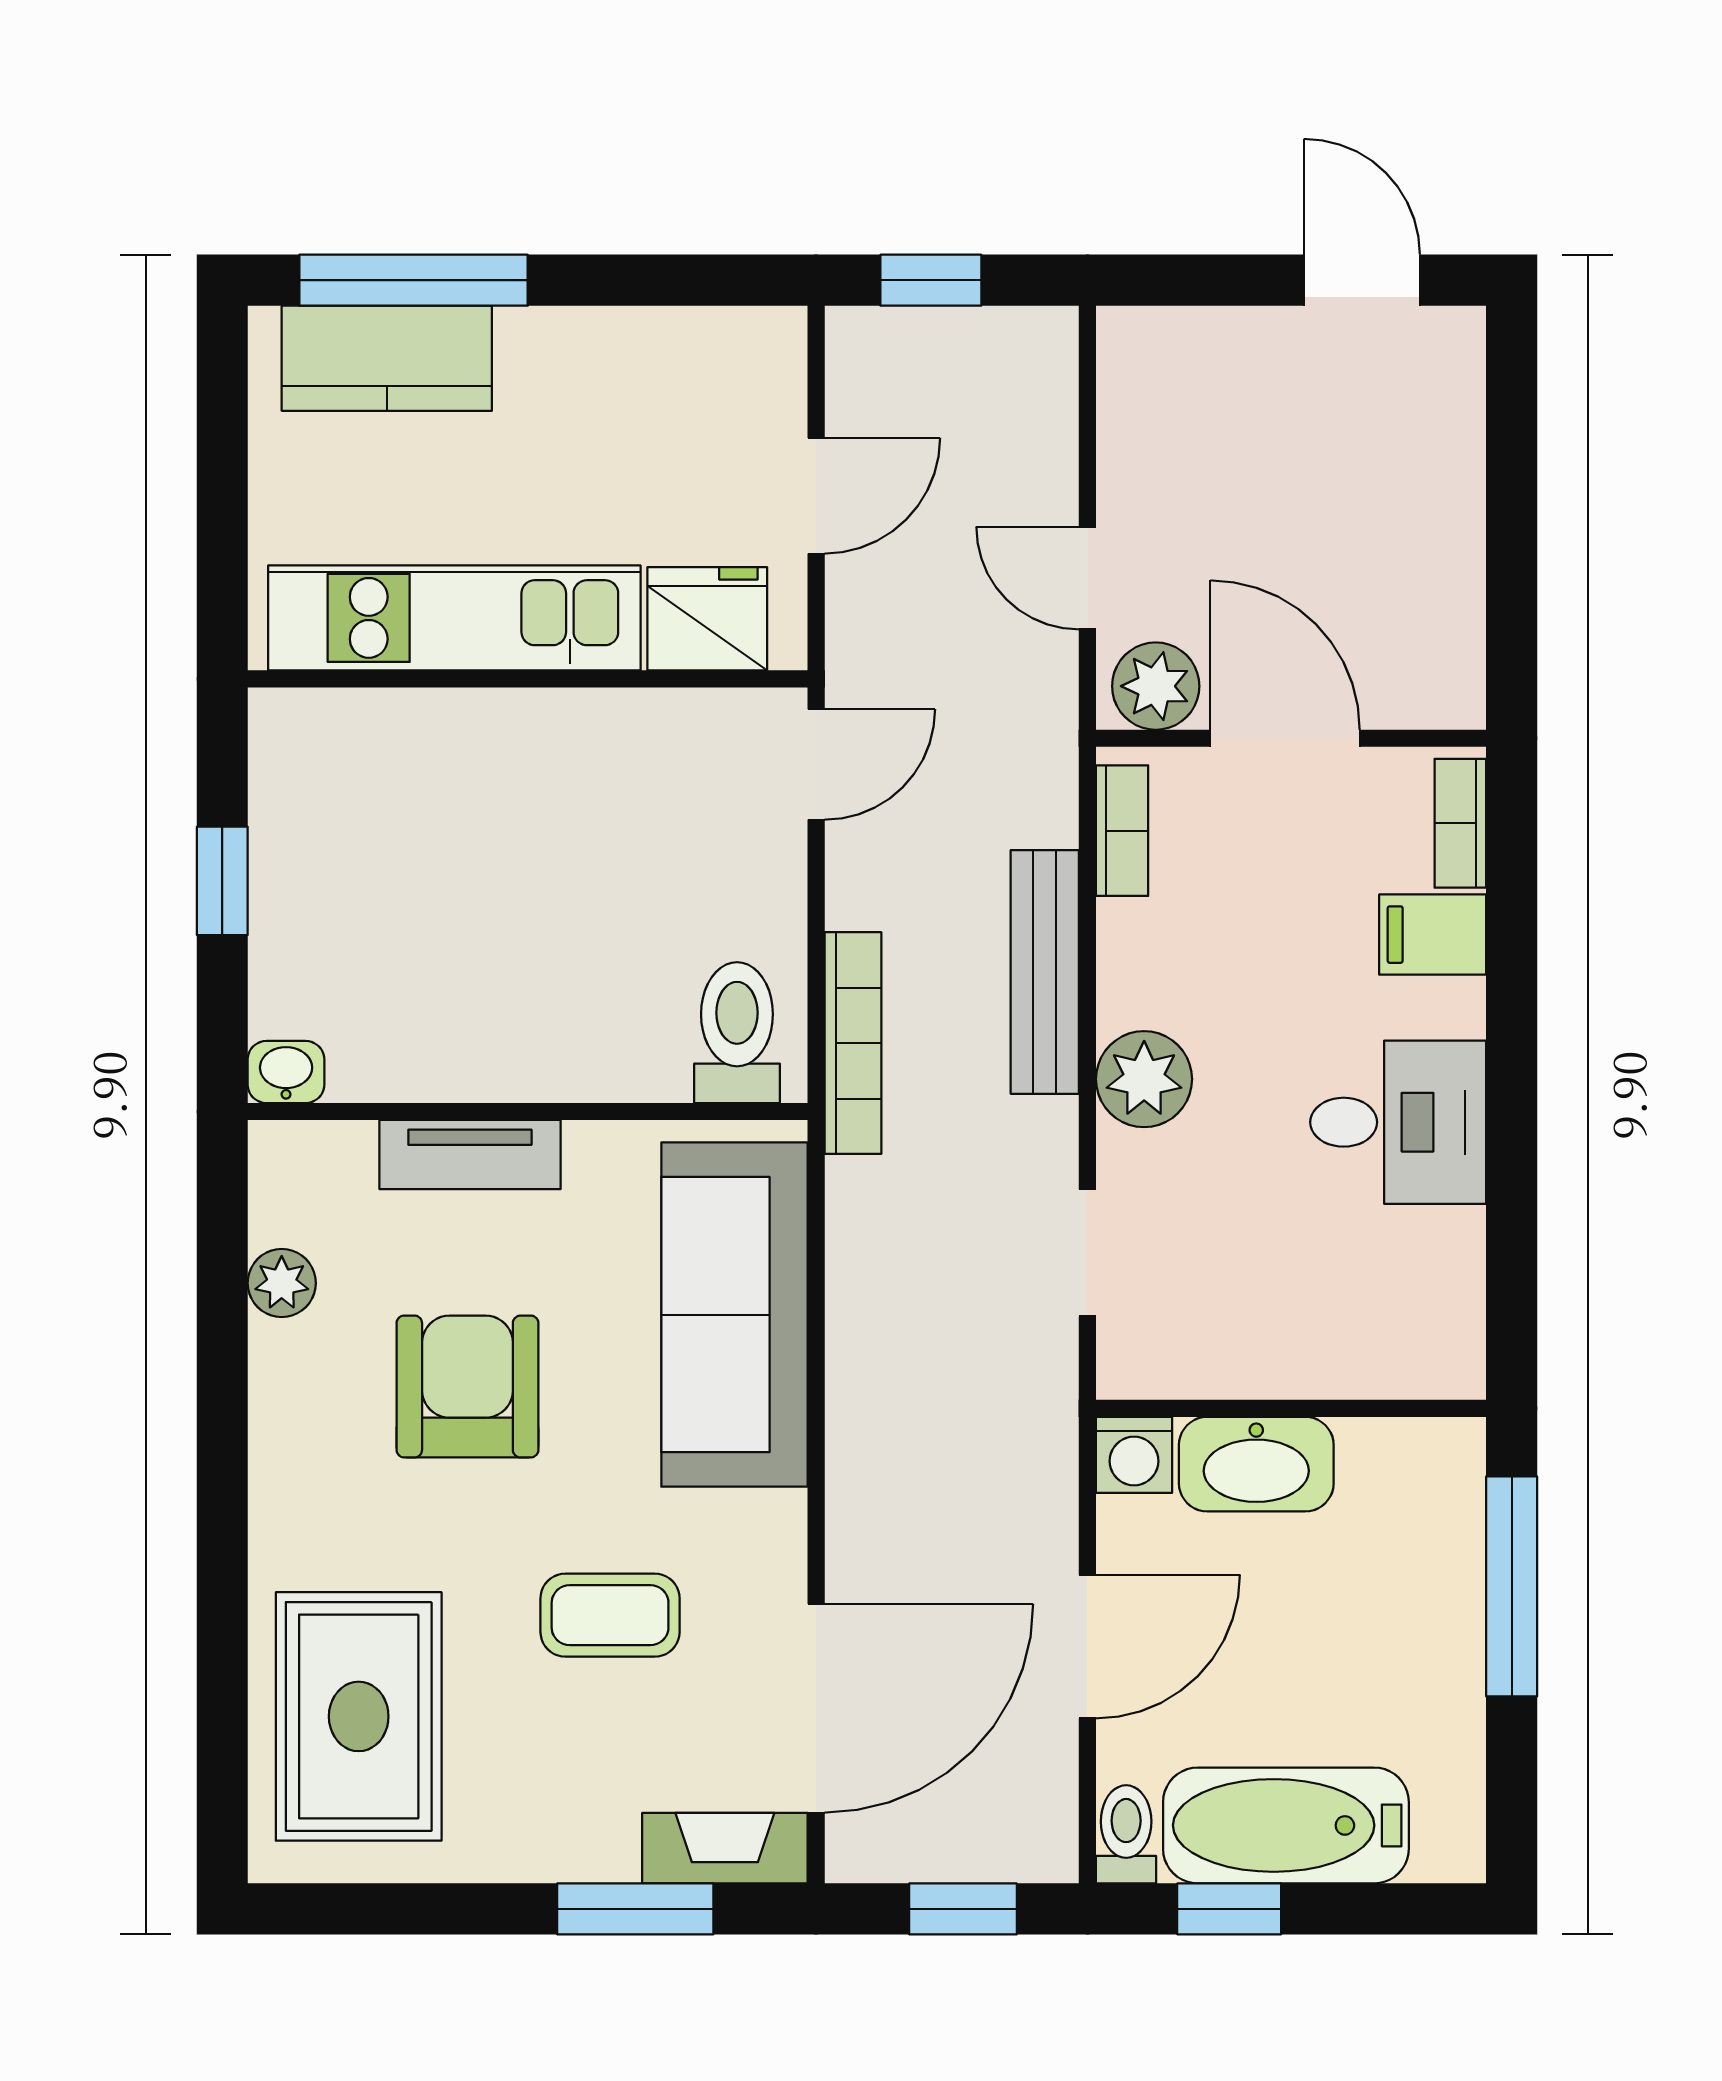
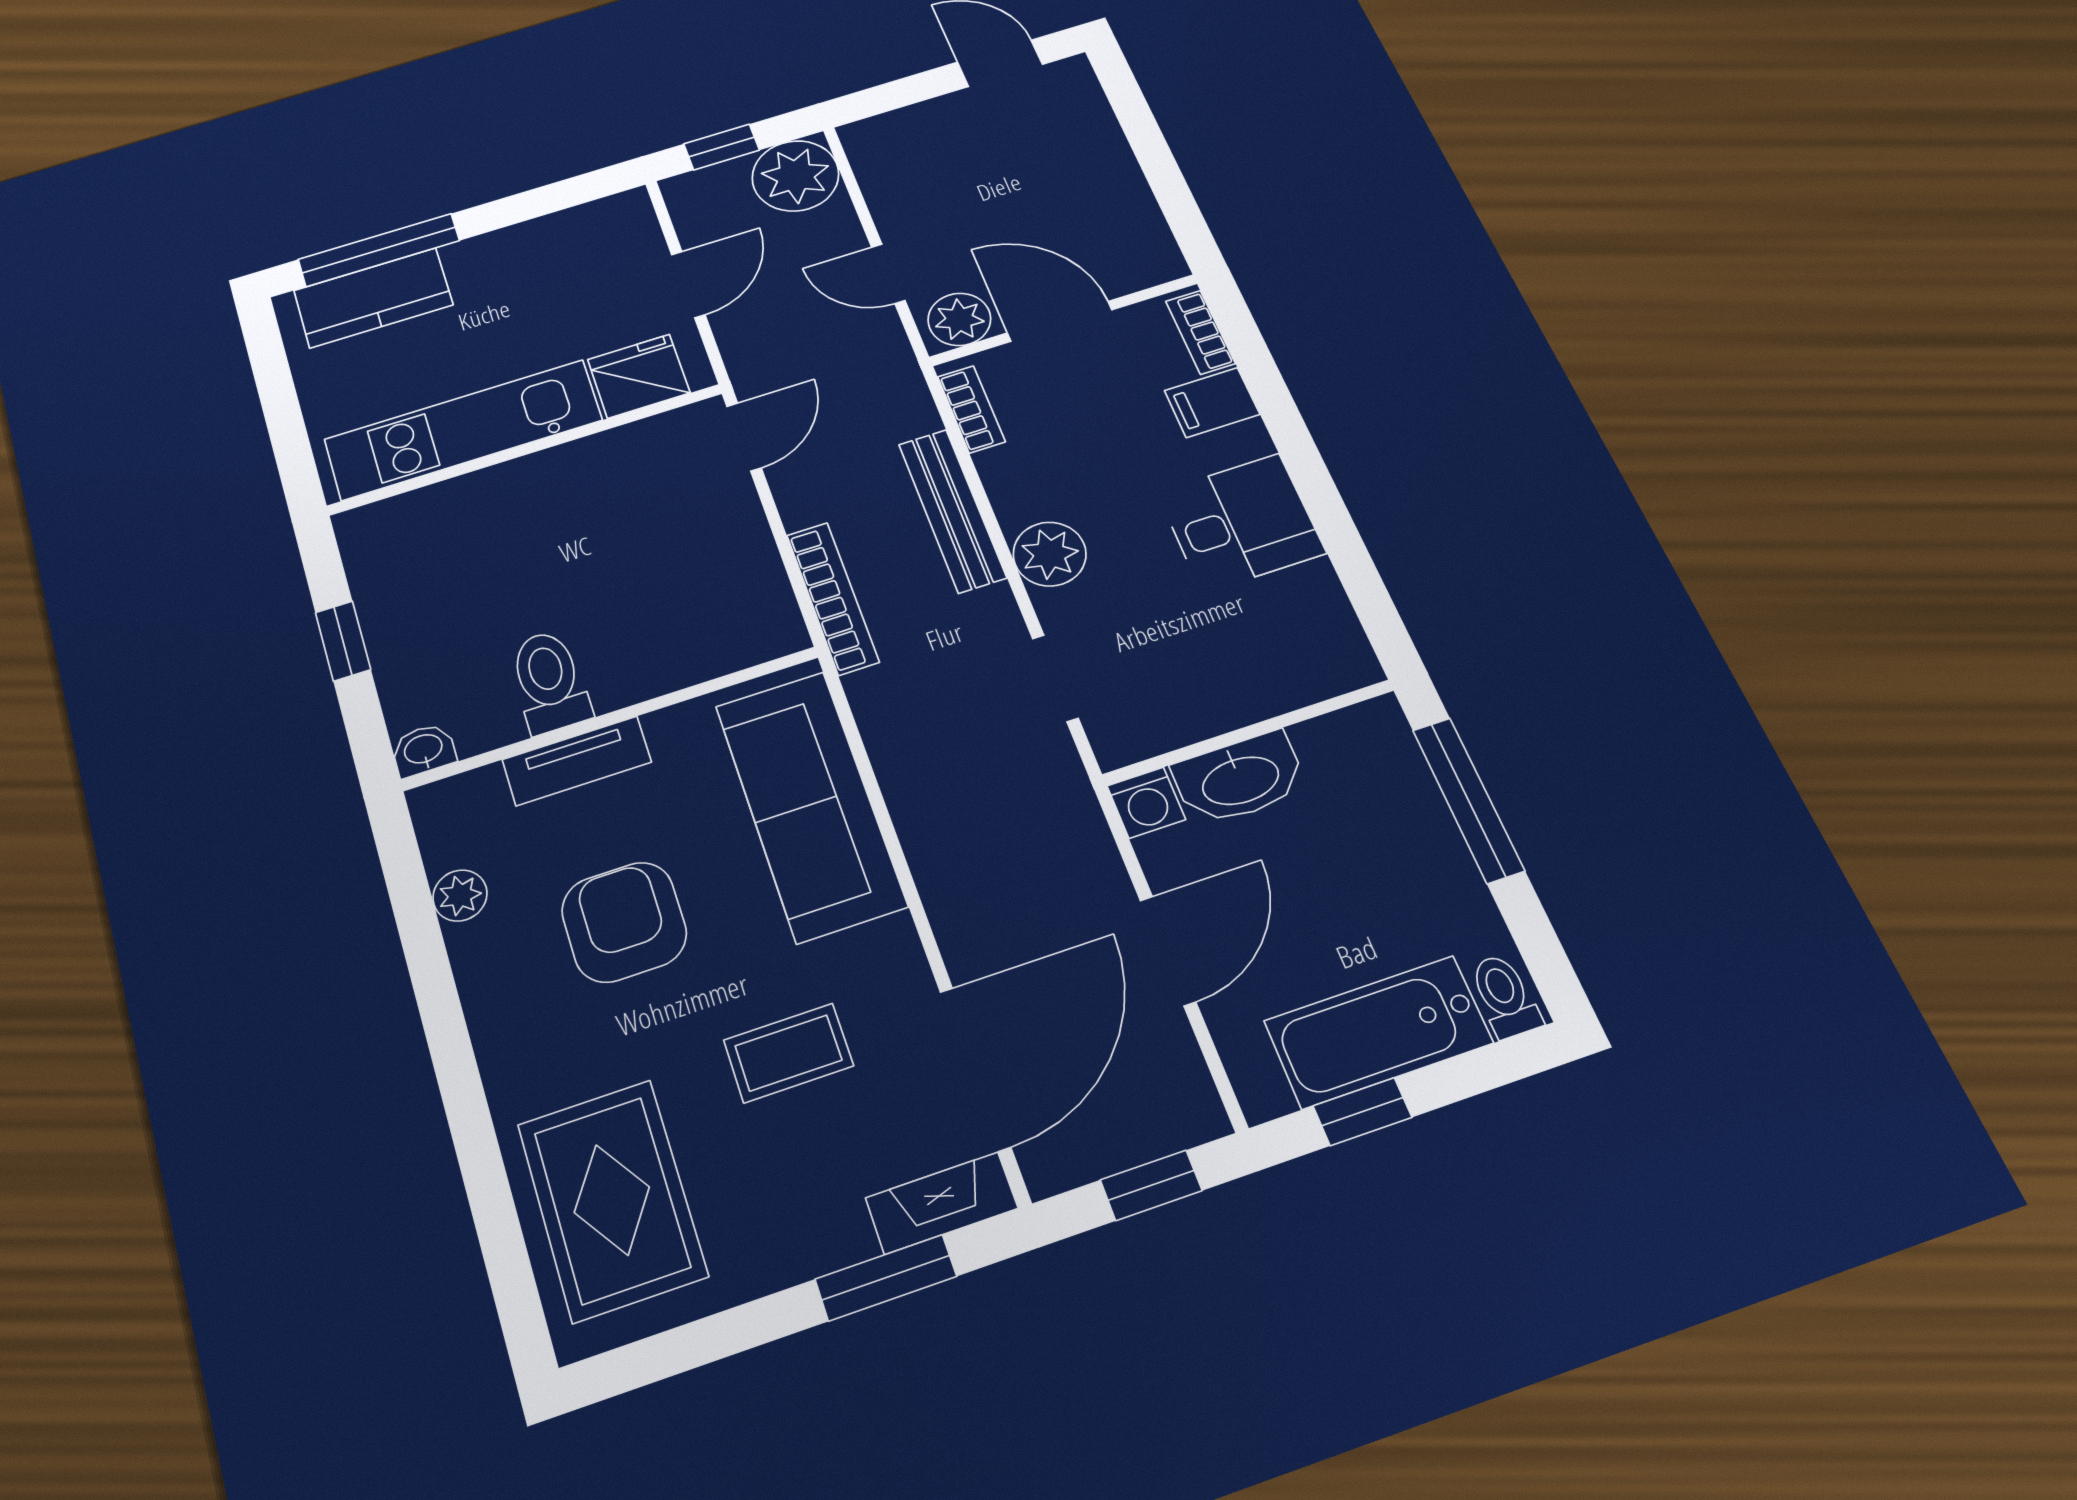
plant: (1016, 368) -> (795, 176), added
toilet: (737, 1033) -> (549, 681), moved
toilet: (1126, 1834) -> (1505, 996), moved

